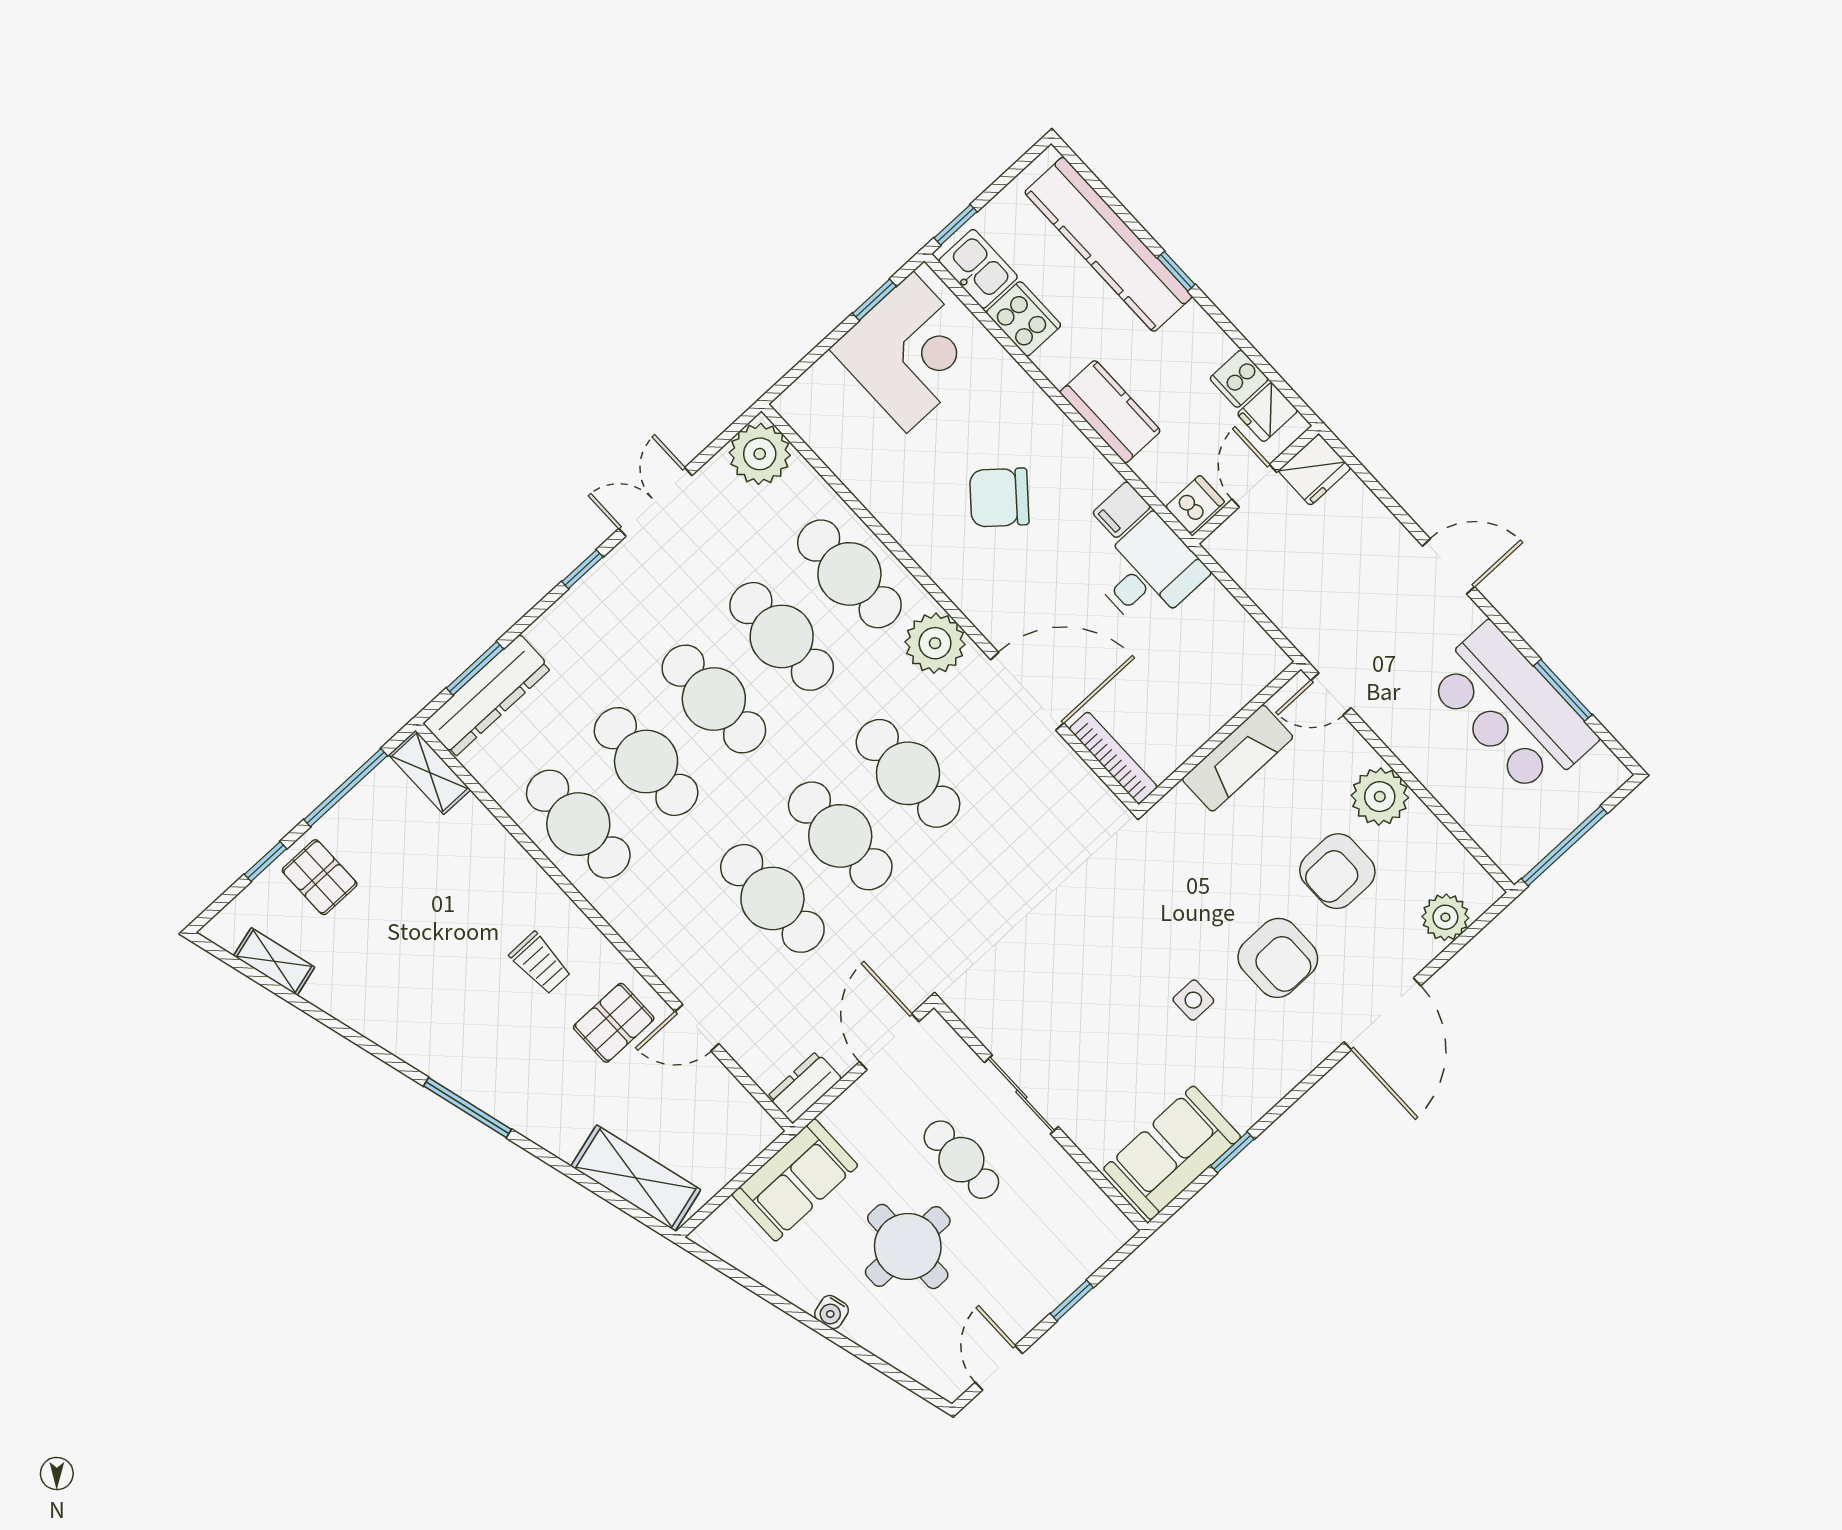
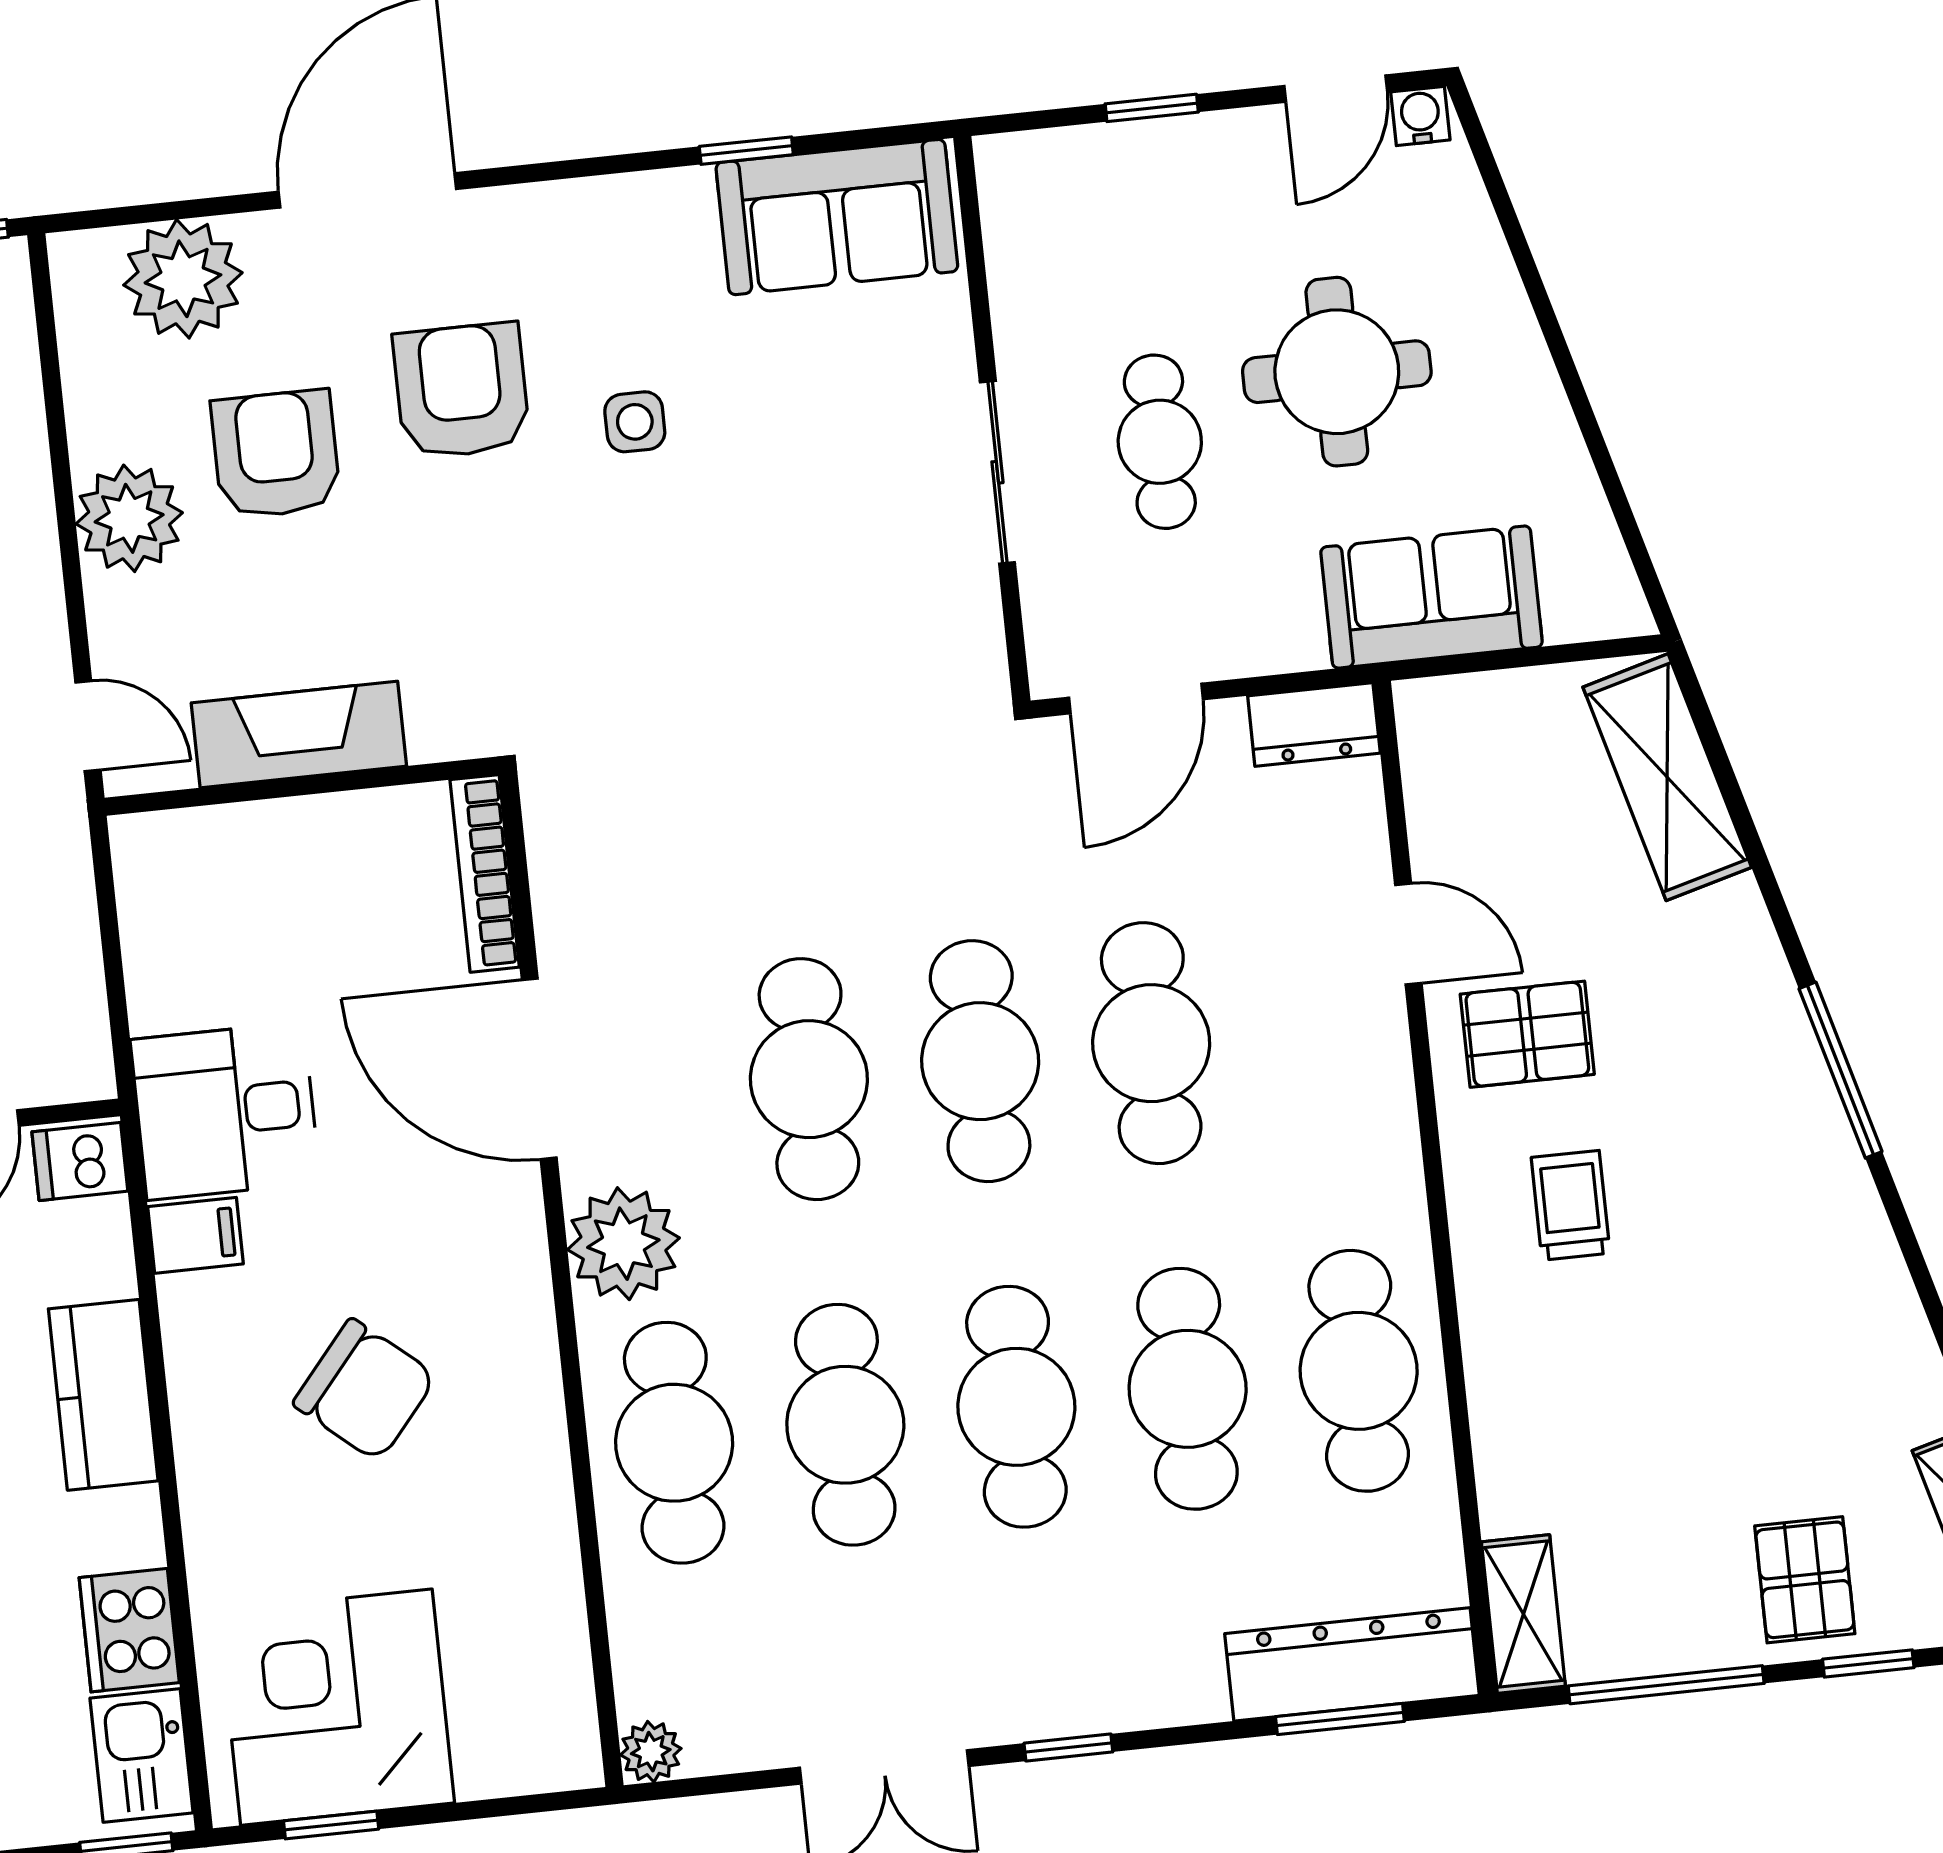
plant: (760, 454) -> (651, 1752), width x0.53, depth x0.53
armchair: (1337, 871) -> (276, 454), turned -90
plant: (1445, 917) -> (183, 279), width x1.36, depth x1.36
water cooler: (831, 1312) -> (1420, 116), moved, turned -75

